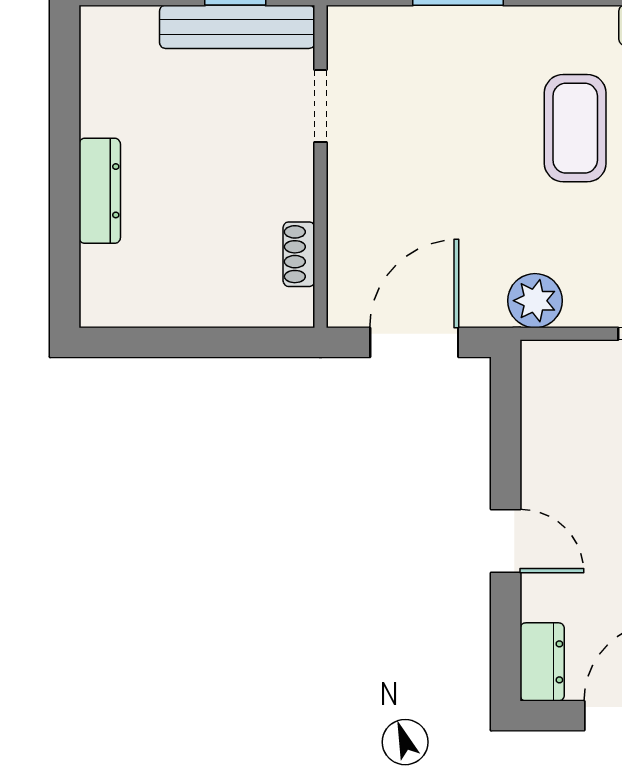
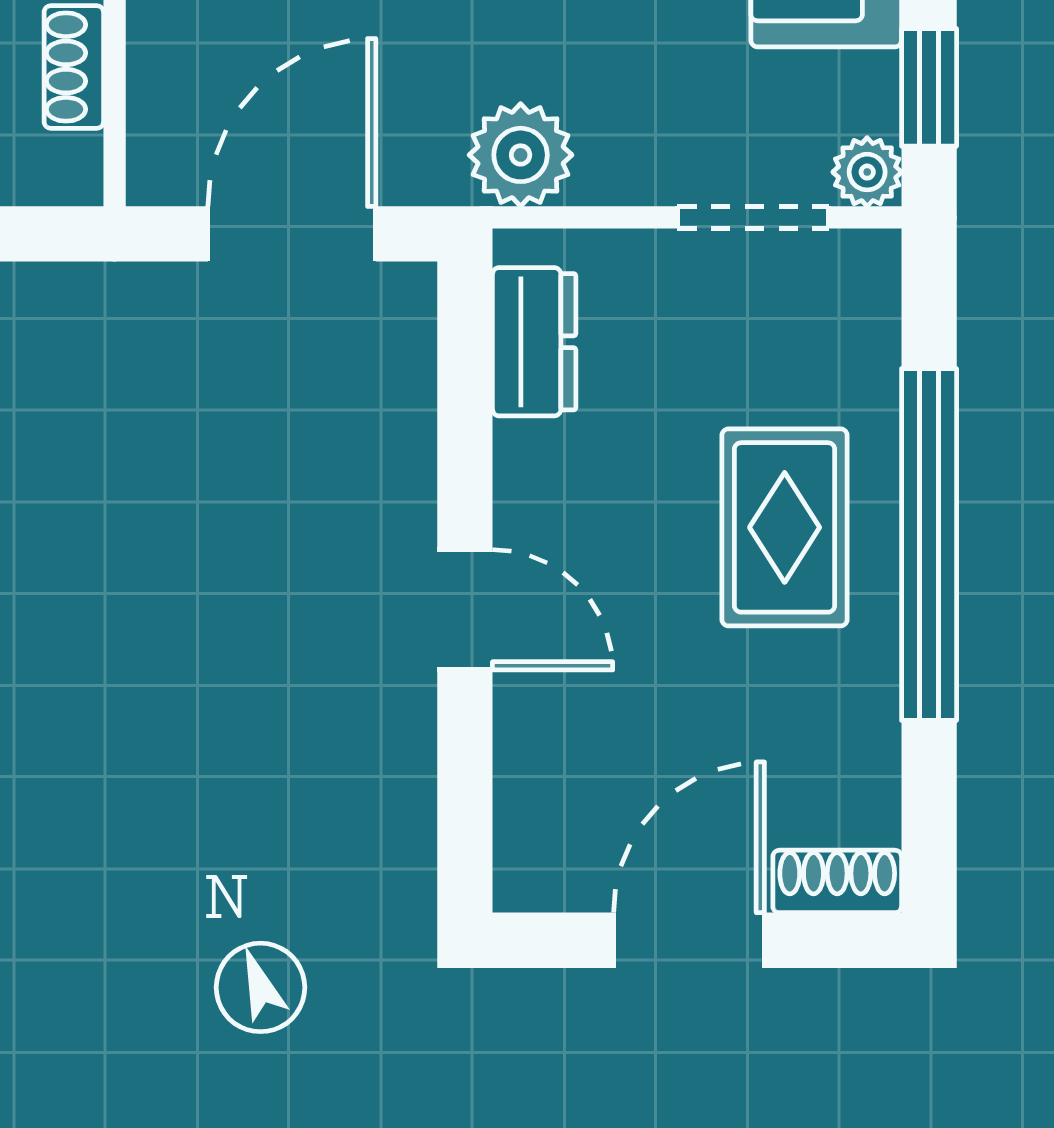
dresser: (542, 662) -> (534, 342), moved

